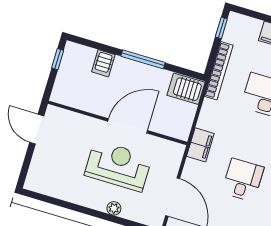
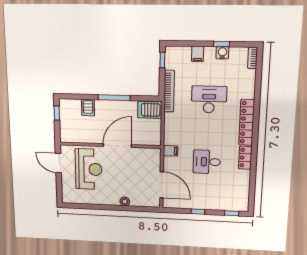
filing cabinet: (200, 145) -> (171, 151), width x0.50
reception desk: (118, 166) -> (89, 169), moved, turned 90
desk: (243, 180) -> (207, 162), turned -90

